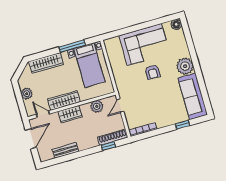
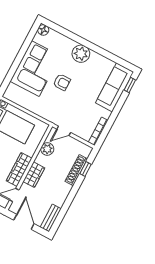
sofa: (193, 96) -> (115, 87), moved, turned 90
door: (120, 106) -> (64, 131), hinge flipped
window: (182, 125) -> (130, 85), moved
shoe rack: (113, 137) -> (76, 170), moved
bench: (65, 150) -> (51, 218), moved

